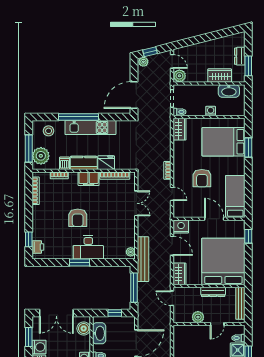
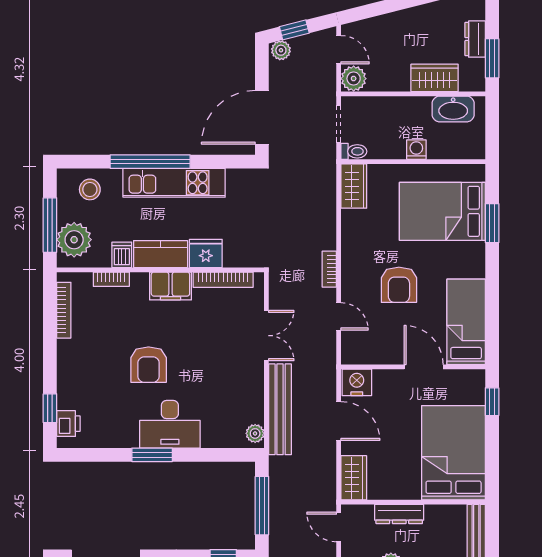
bench: (143, 259) -> (280, 409), moved
bed: (223, 262) -> (454, 453), width x0.73
dresser: (213, 292) -> (399, 514), moved

